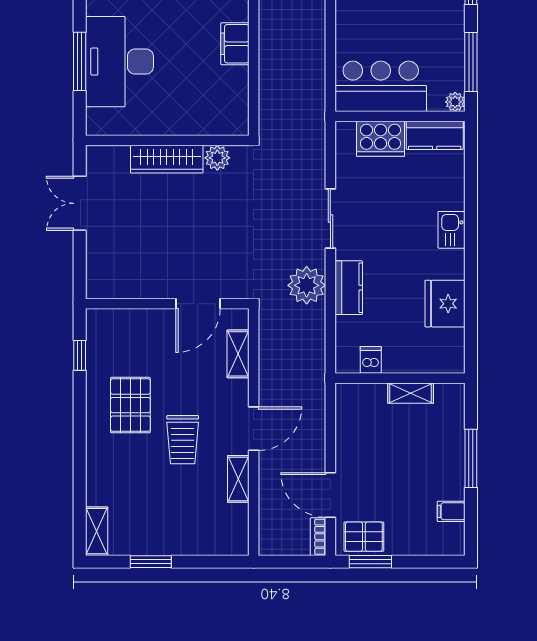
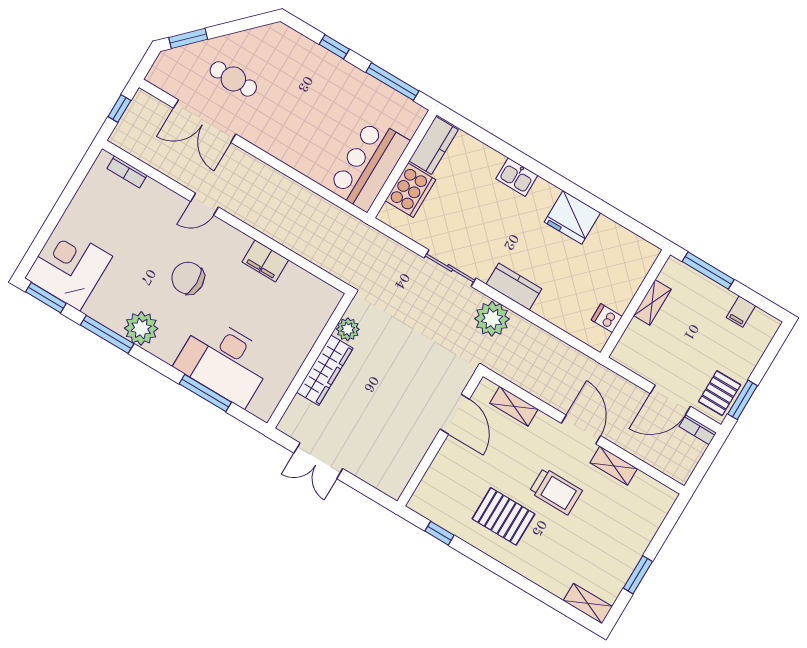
plant: (455, 102) -> (417, 113), removed
dishwasher: (371, 360) -> (607, 318), moved
wall: (400, 378) -> (635, 304), moved
shelving: (411, 393) -> (652, 302), moved

